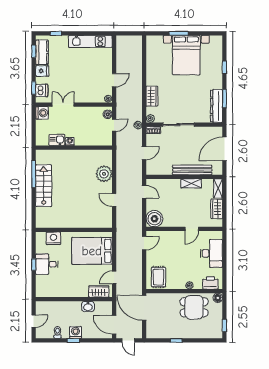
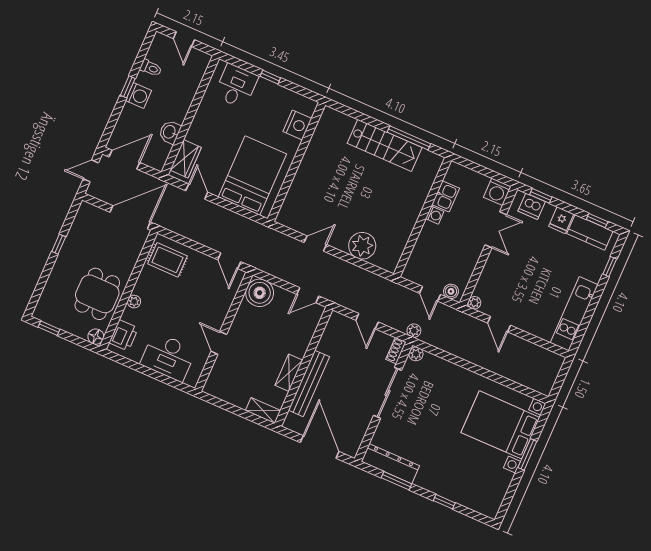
bed with nightstands: (186, 55) -> (500, 425), moved
wardrobe: (152, 96) -> (449, 371), removed
wardrobe: (217, 209) -> (233, 395), removed
desk: (47, 264) -> (236, 86), moved

